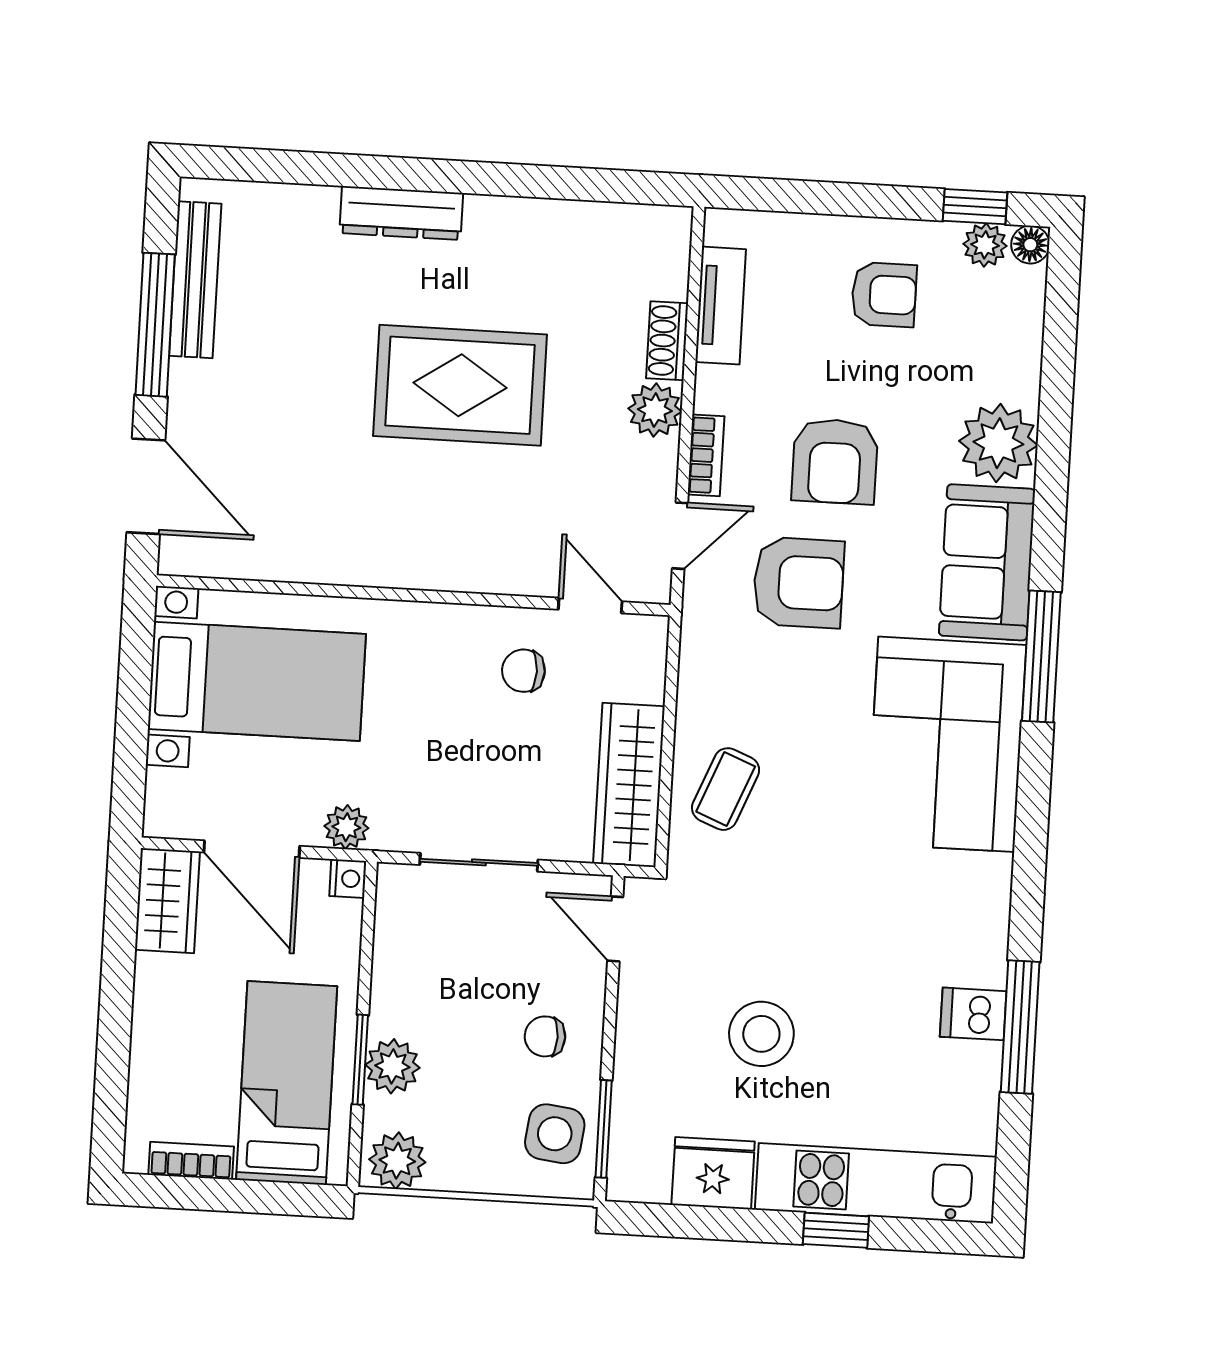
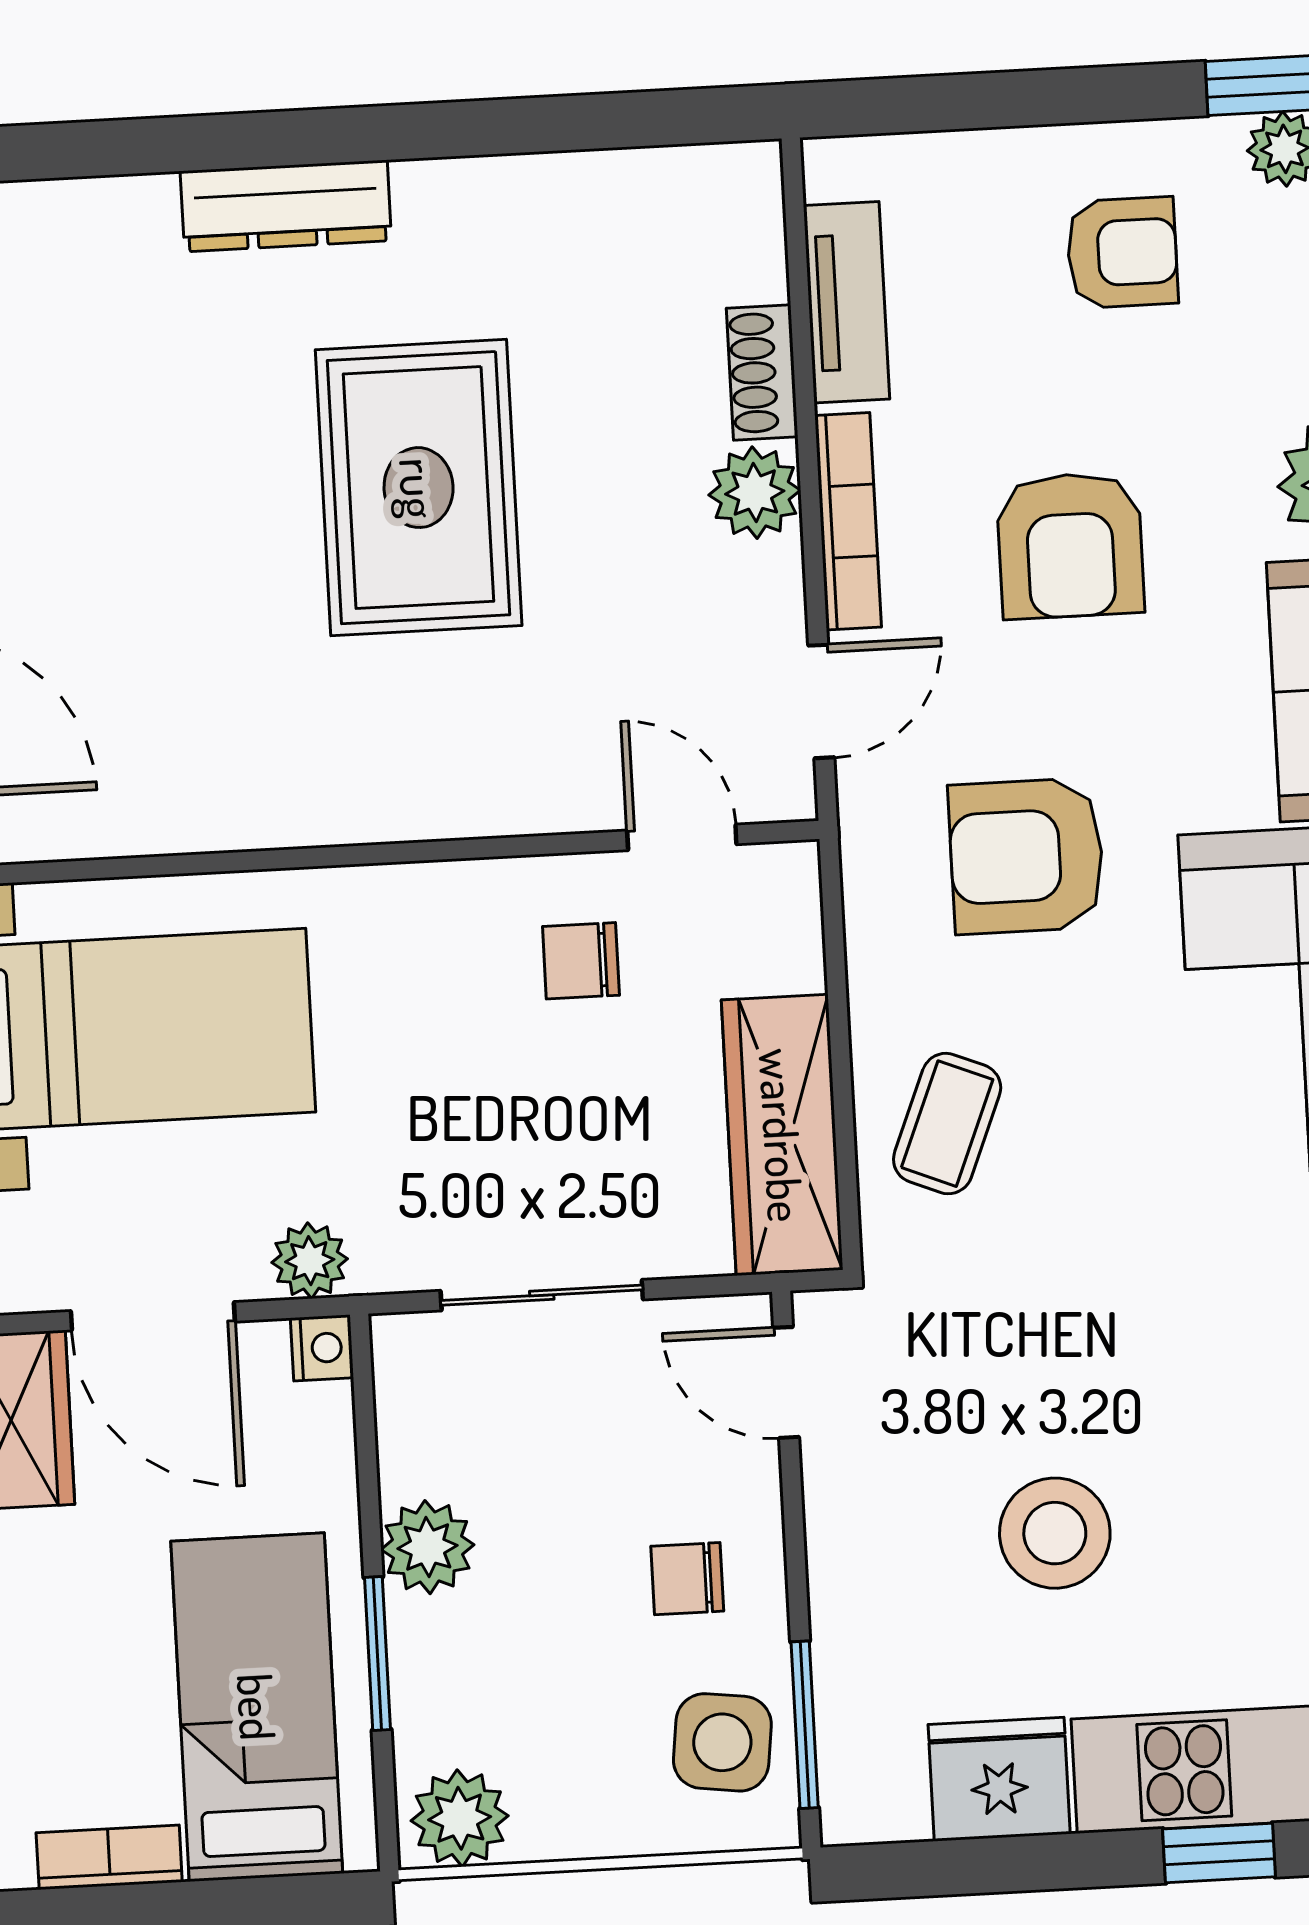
rug: (460, 385) -> (419, 488), turned 90
bookcase: (706, 455) -> (848, 521), width x1.56
armchair: (799, 583) -> (1026, 856), moved, turned 180
plant: (392, 1066) -> (428, 1547), moved

